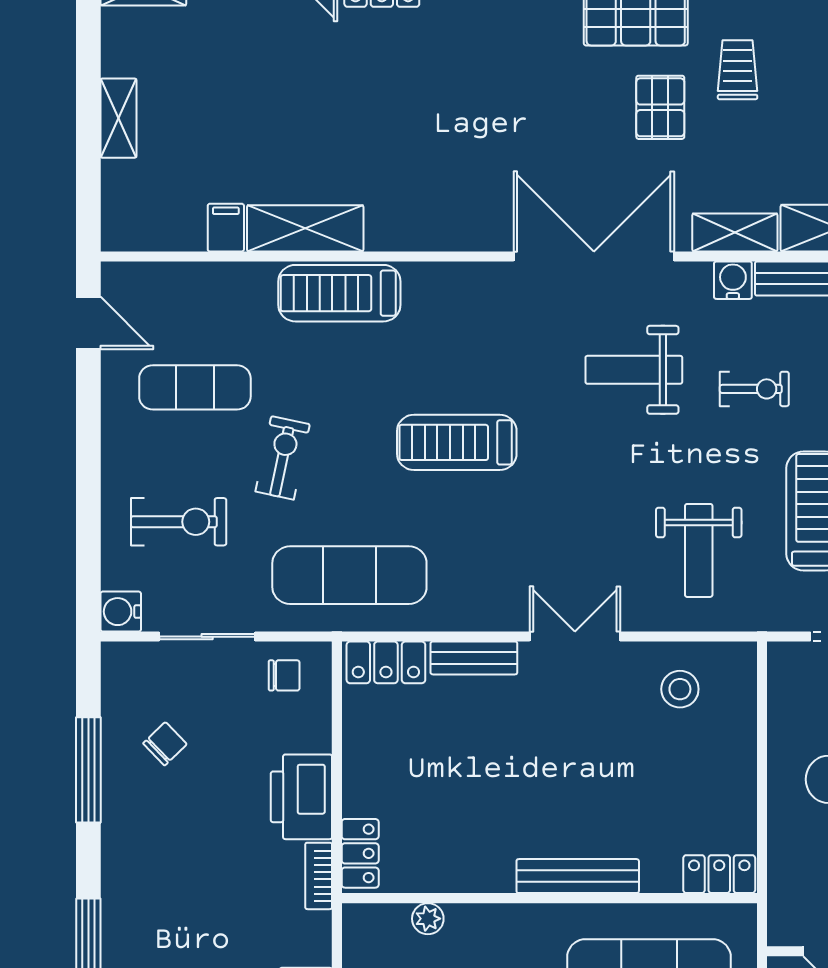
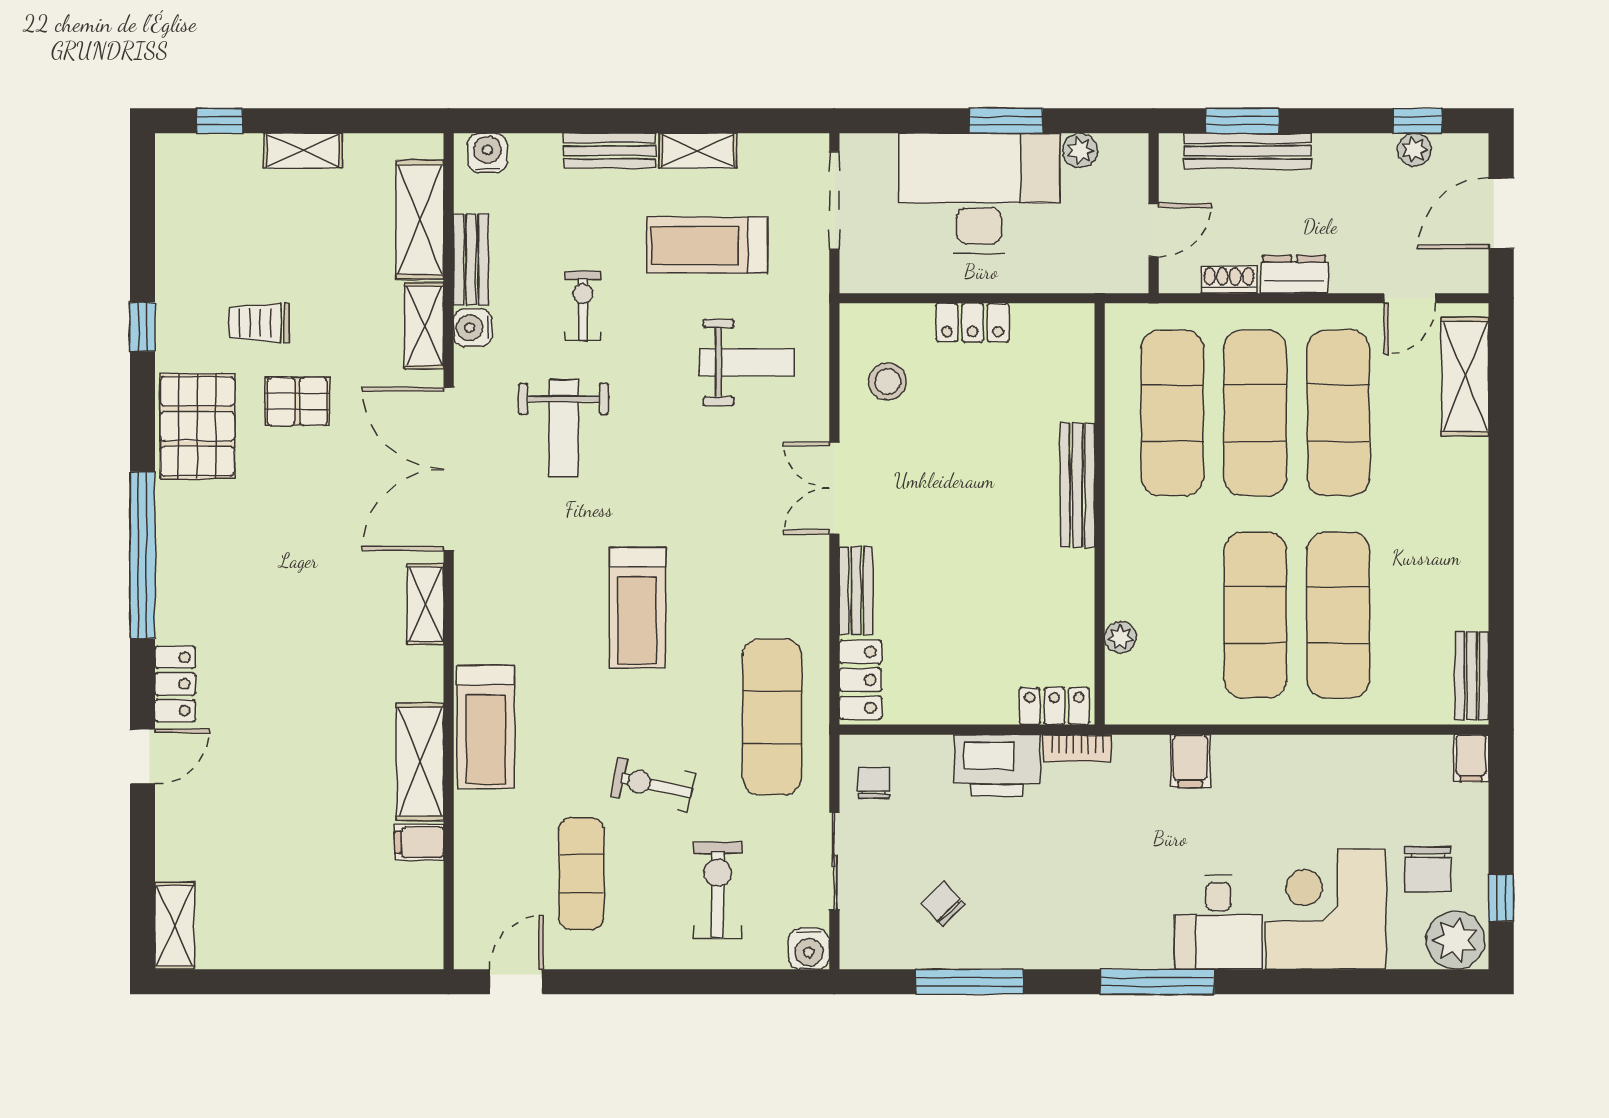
shelving: (119, 118) -> (425, 604), moved, turned 90
locker: (719, 874) -> (972, 323), moved, turned -90

